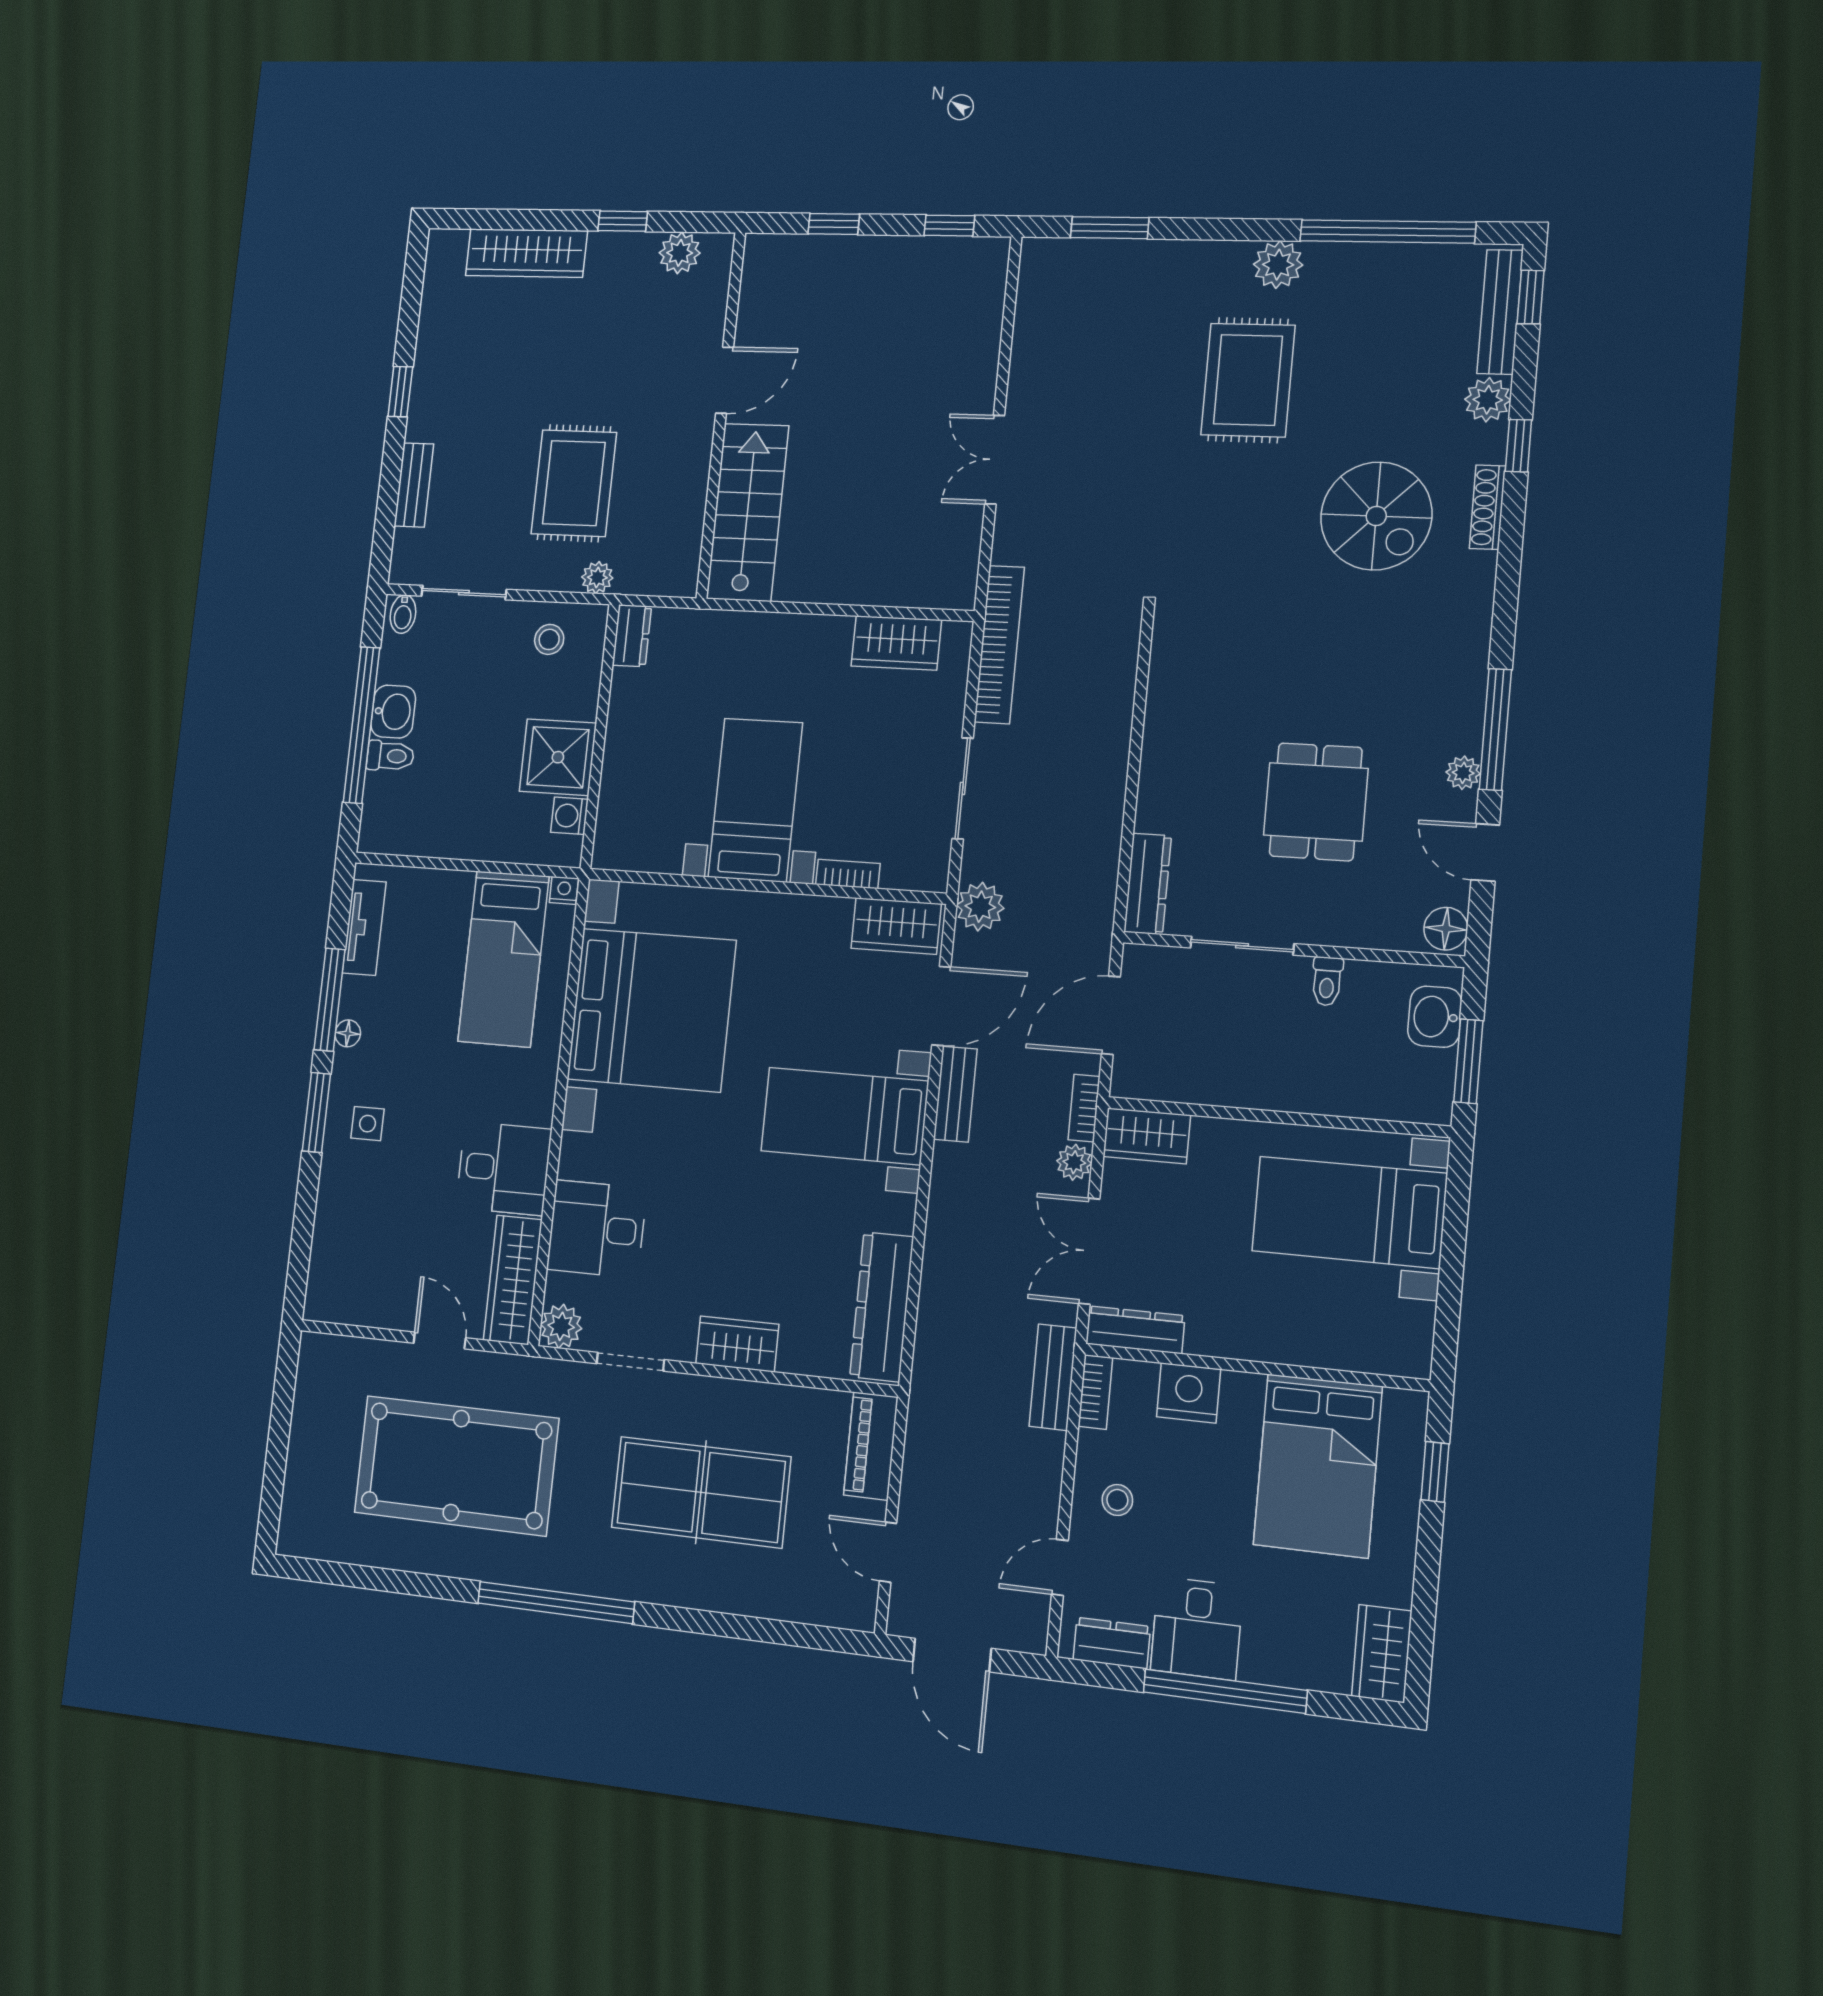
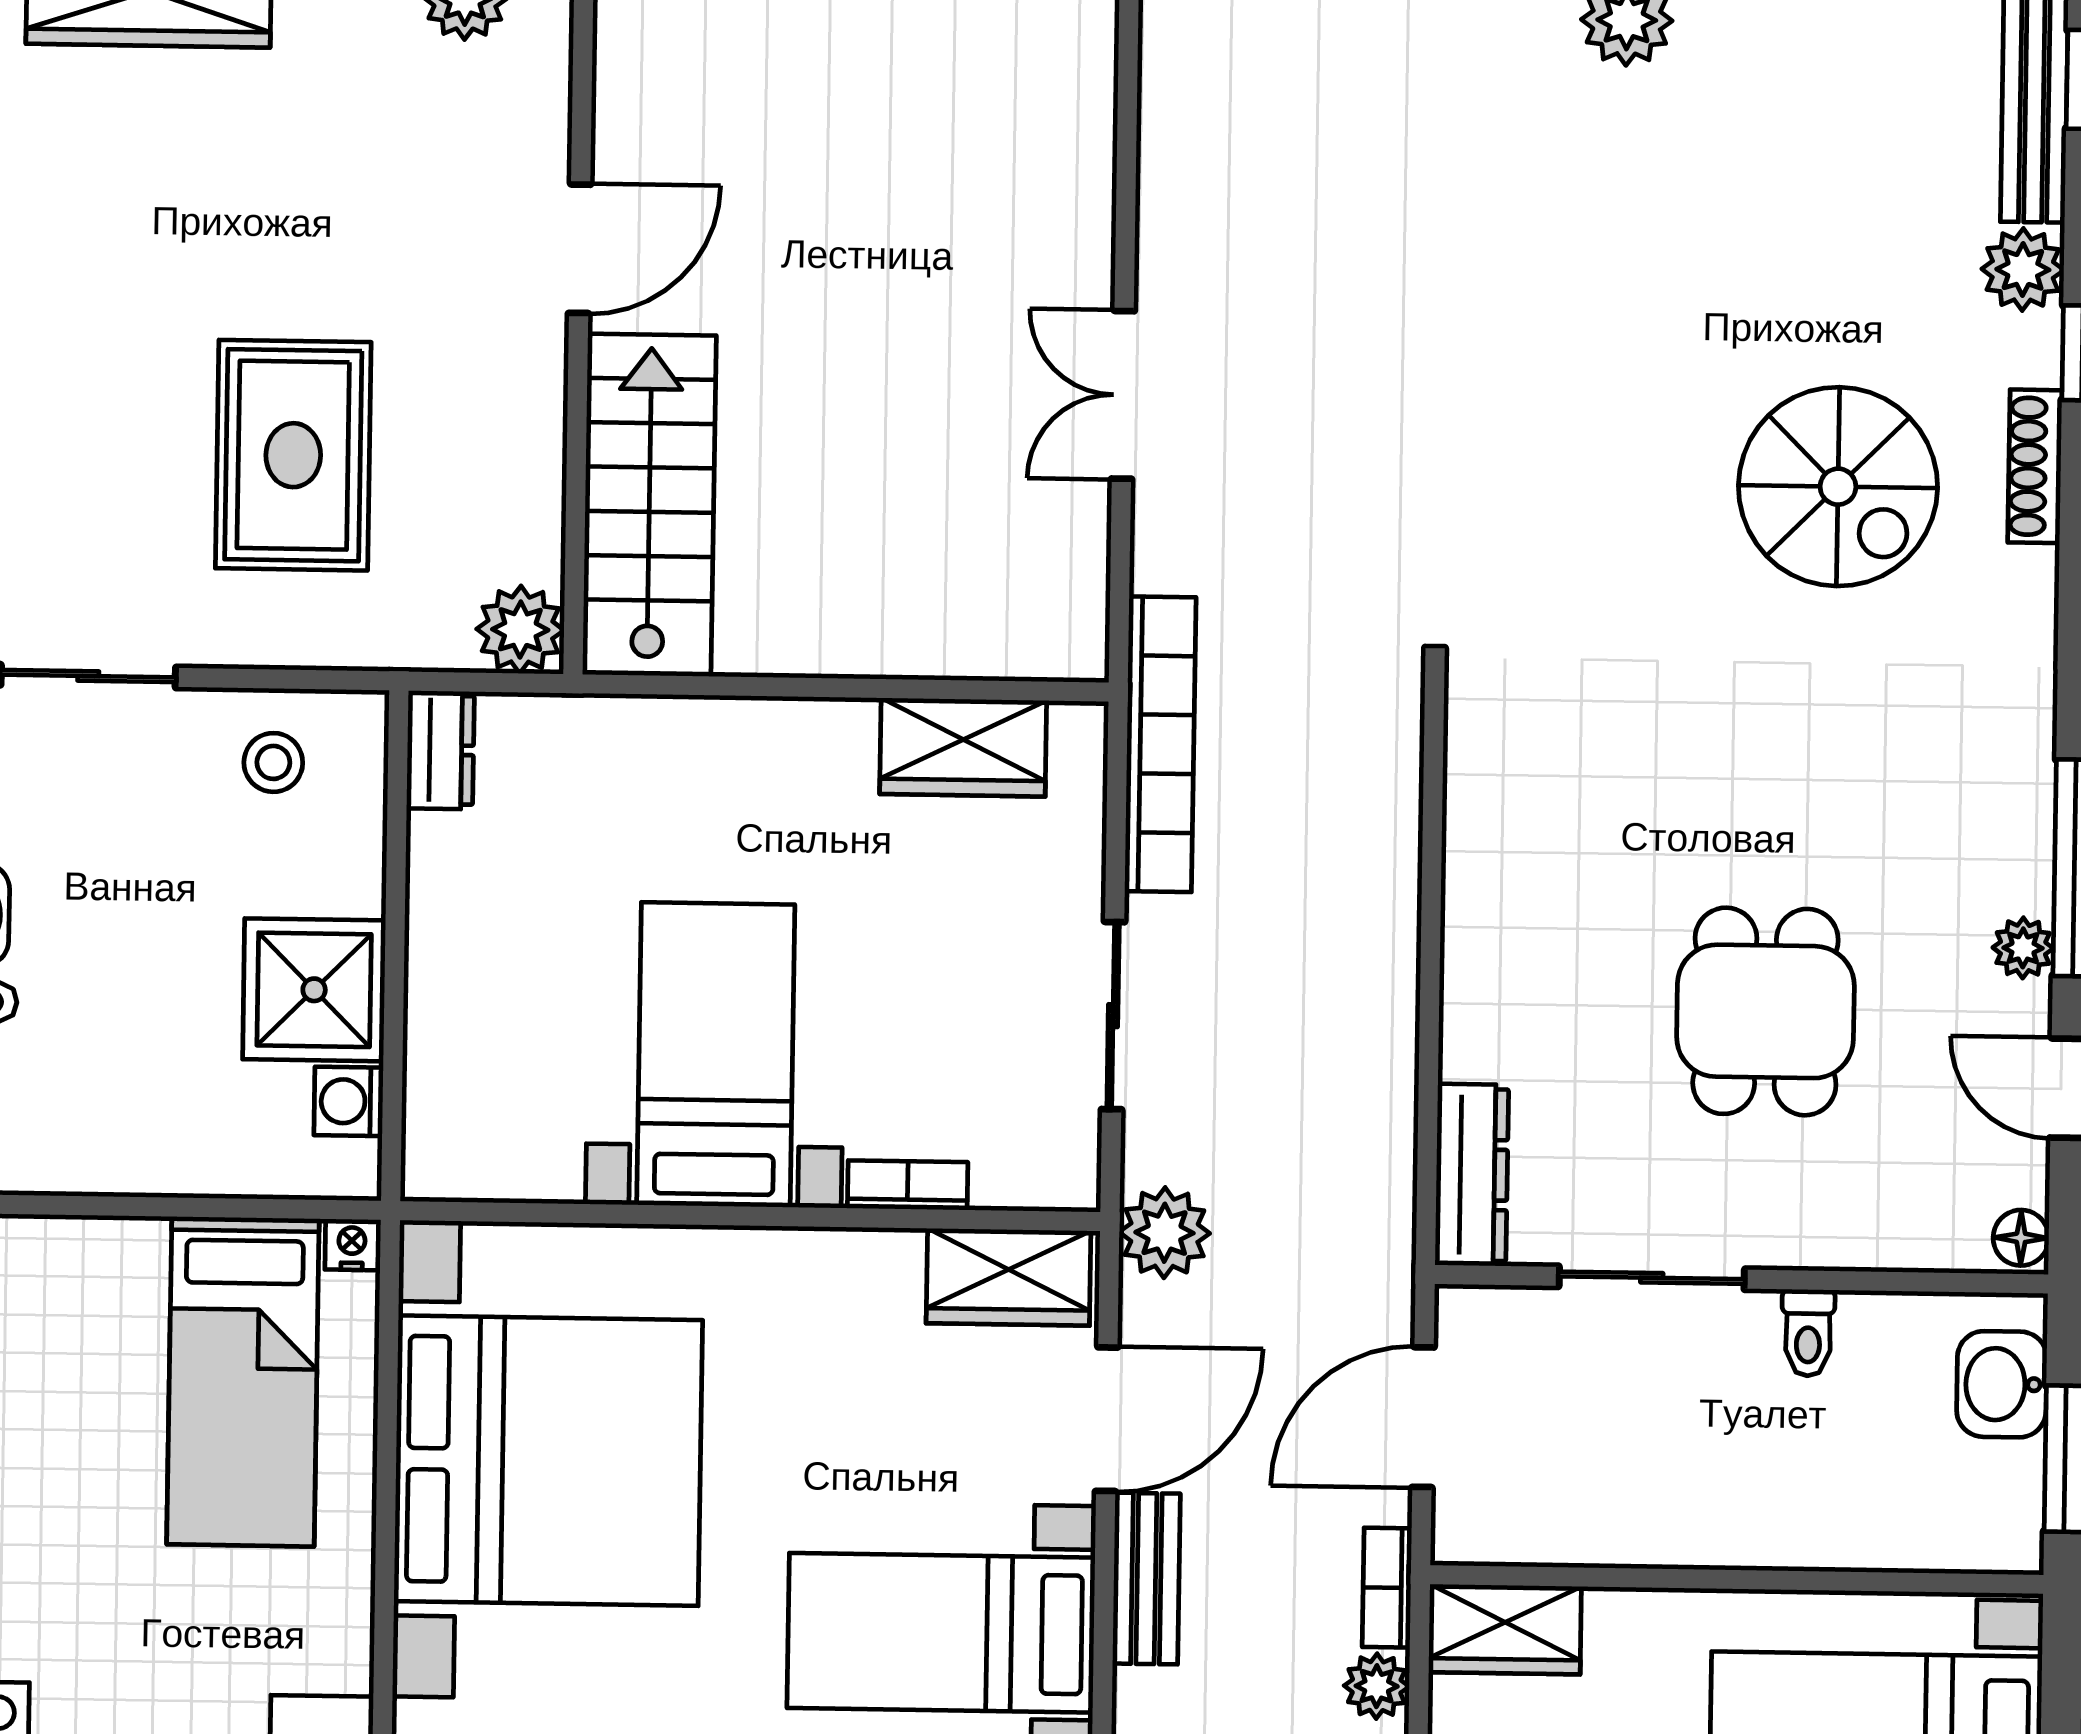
rug: (1248, 380) -> (1587, 238), removed
plant: (597, 578) -> (520, 630), moved, width x1.38, depth x1.38
floor lamp: (1446, 929) -> (2021, 1238), width x0.73, depth x0.73

